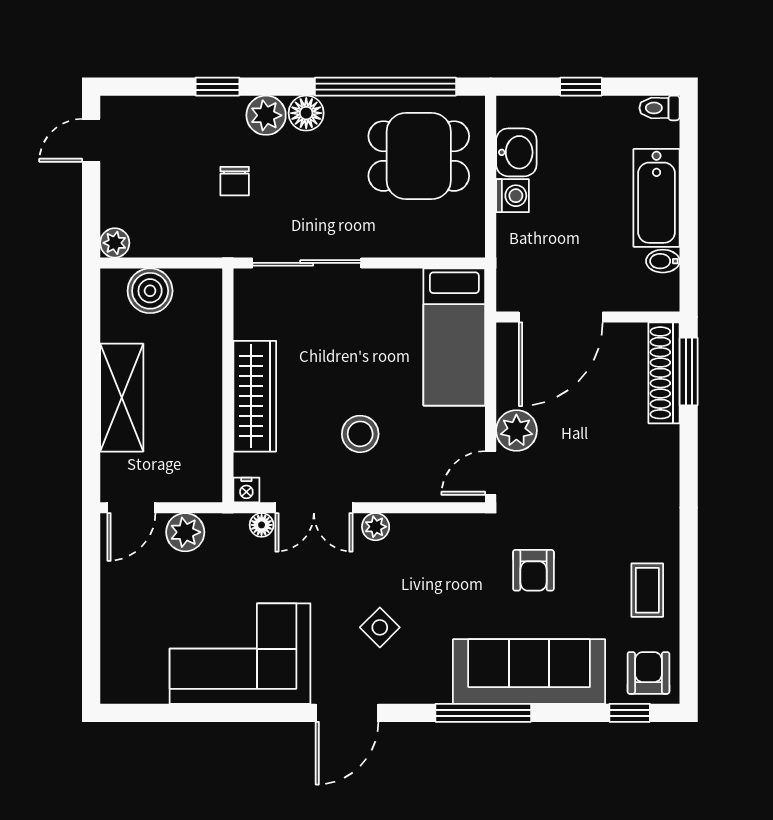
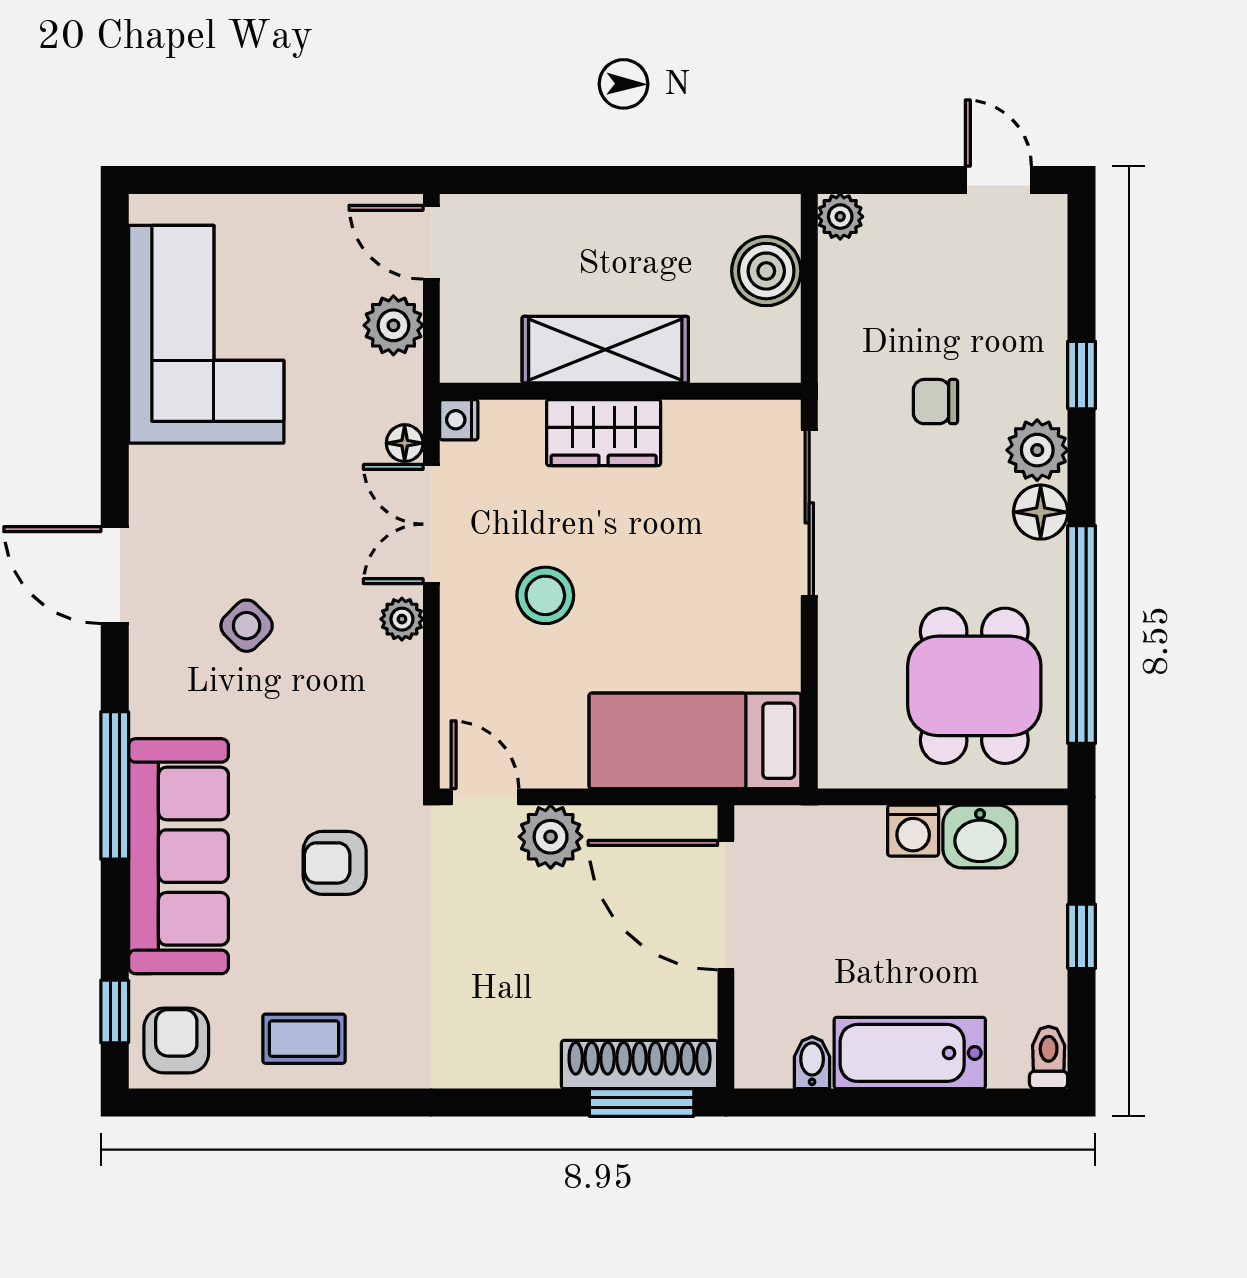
wardrobe: (255, 396) -> (604, 433), width x0.67
shelving: (122, 398) -> (605, 350), moved
corner sofa: (240, 654) -> (206, 334), moved
armchair: (648, 673) -> (176, 1041), turned -90

